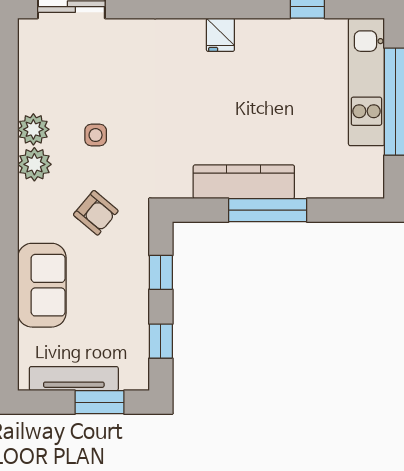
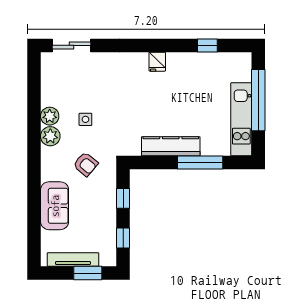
kitchen unit: (366, 82) -> (241, 119), moved
window: (268, 210) -> (200, 163), moved

